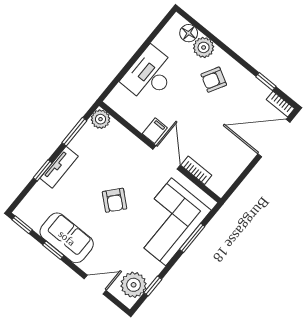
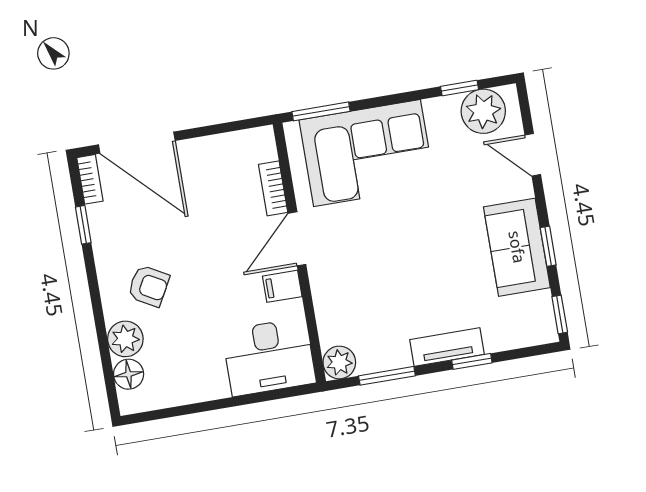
desk: (150, 75) -> (269, 357), moved
armchair: (115, 200) -> (413, 242), removed
window: (192, 238) -> (321, 111), moved

